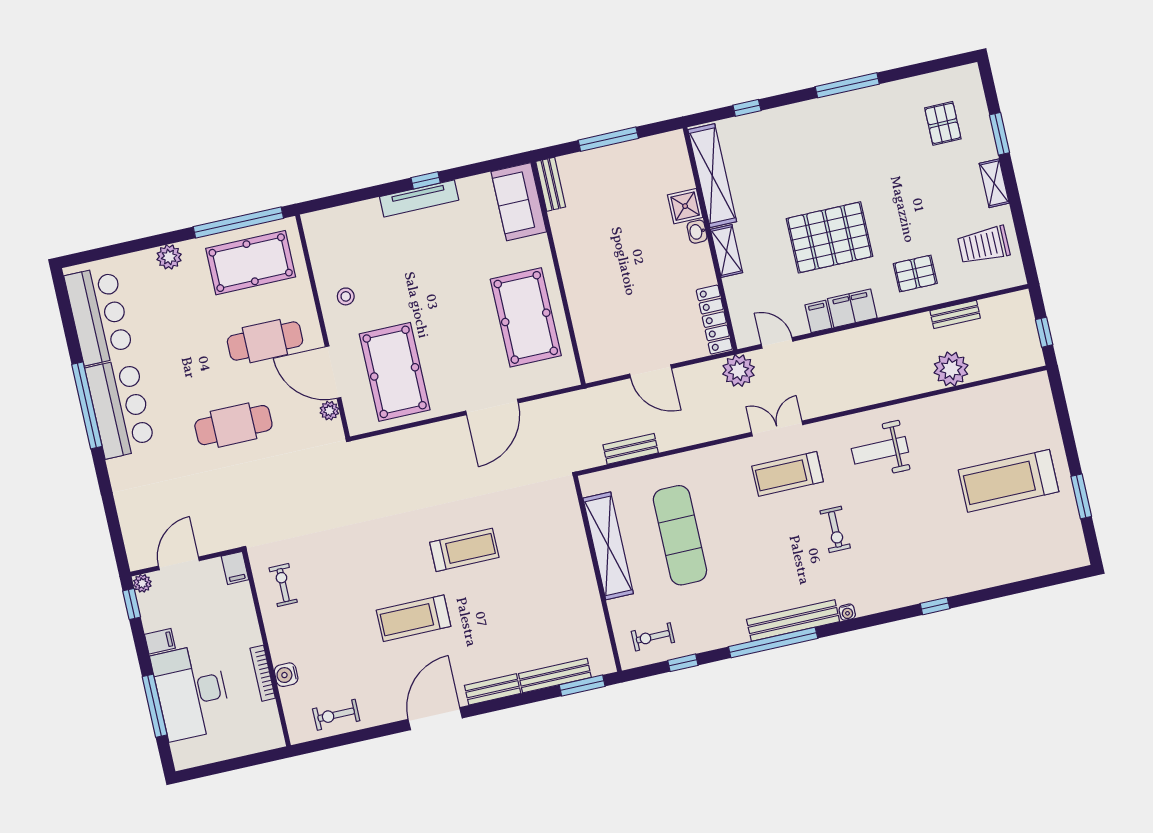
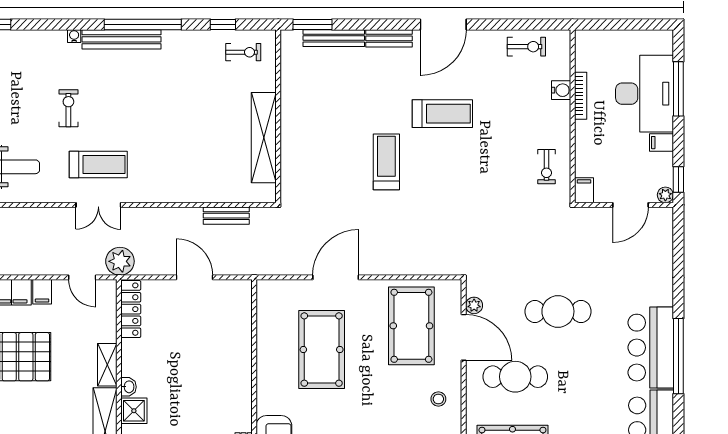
pool table: (526, 317) -> (322, 350), moved
exercise mat: (680, 535) -> (201, 133), removed
treadmill: (464, 550) -> (386, 162), turned 90

